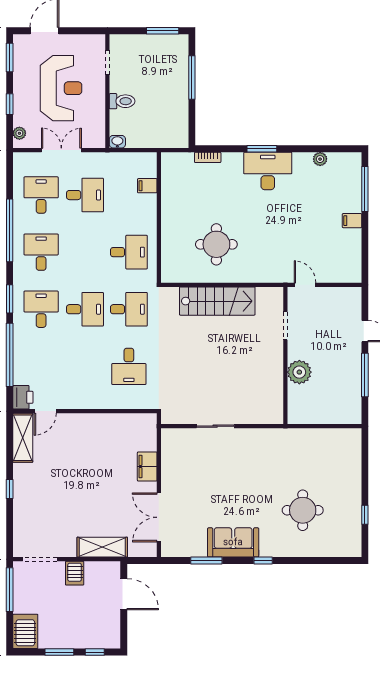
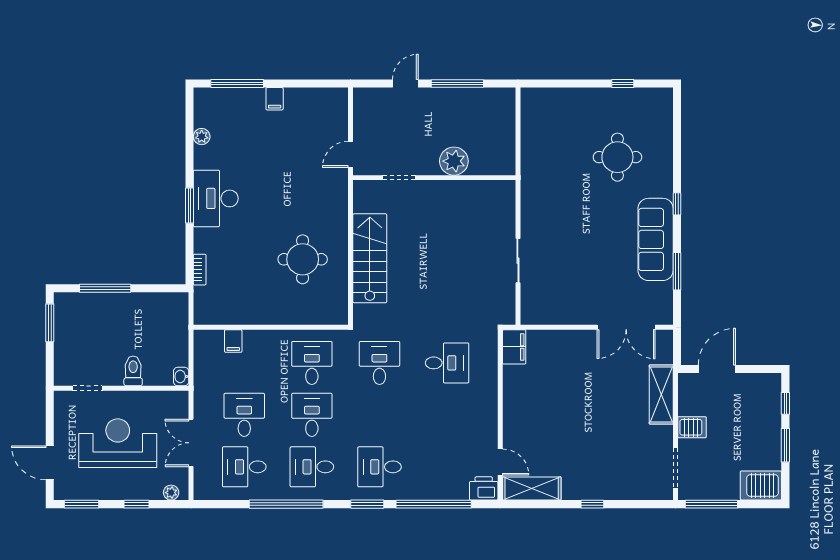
desk: (85, 309) -> (312, 415), moved
filing cabinet: (147, 467) -> (514, 347), moved, turned -90
sofa: (233, 542) -> (656, 239), width x1.36

